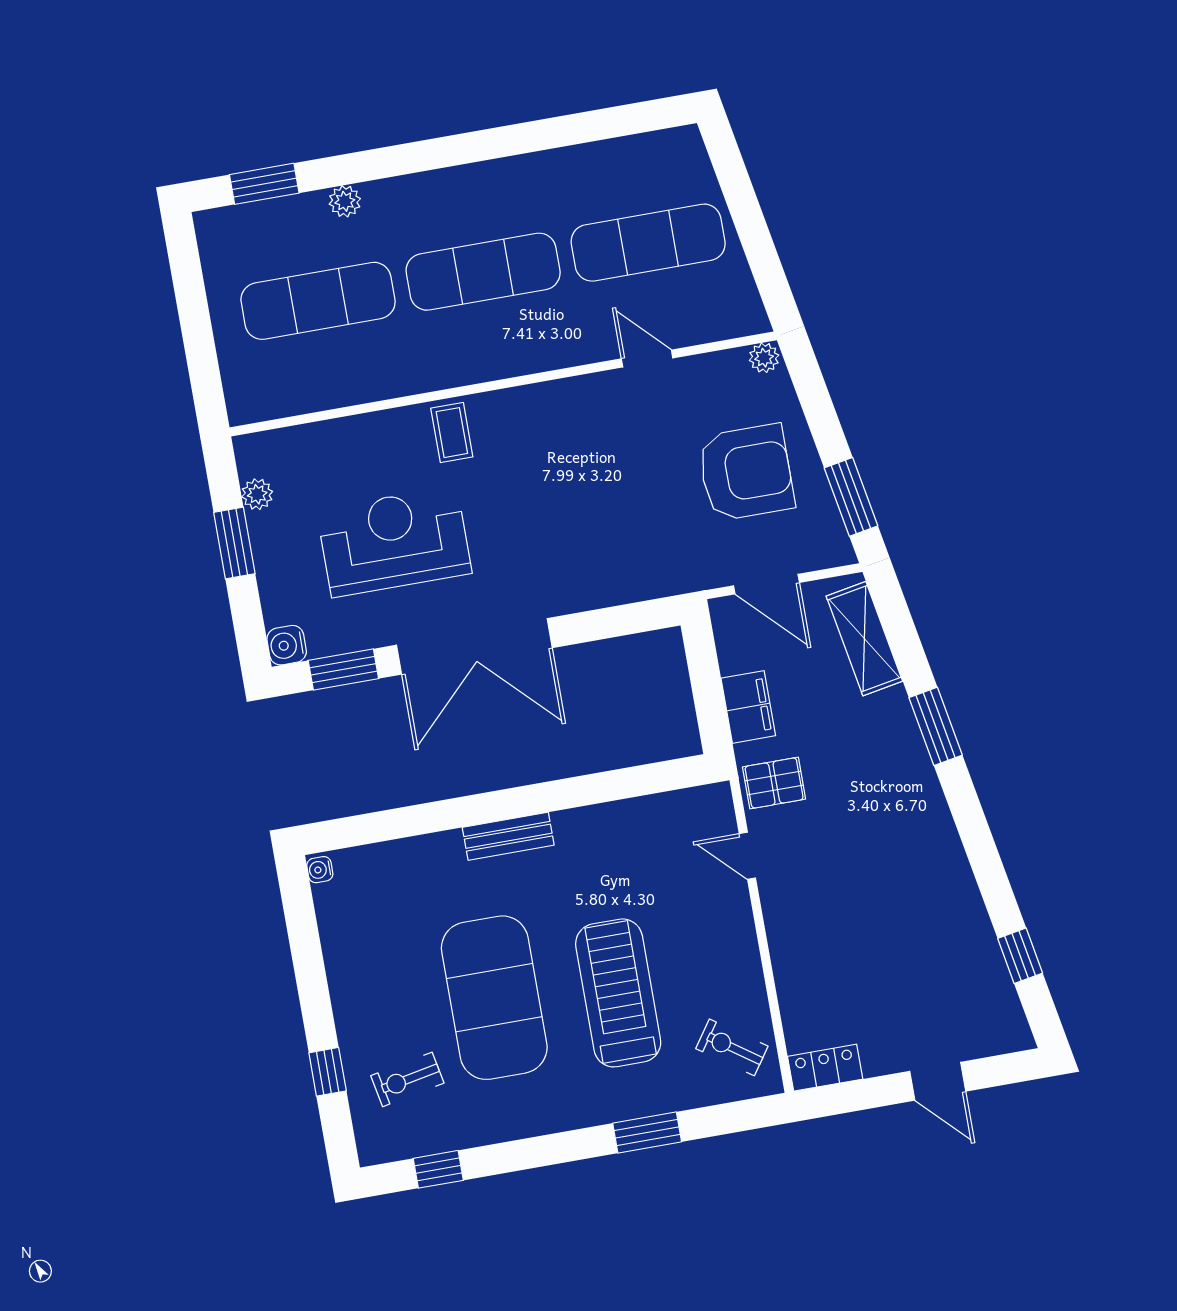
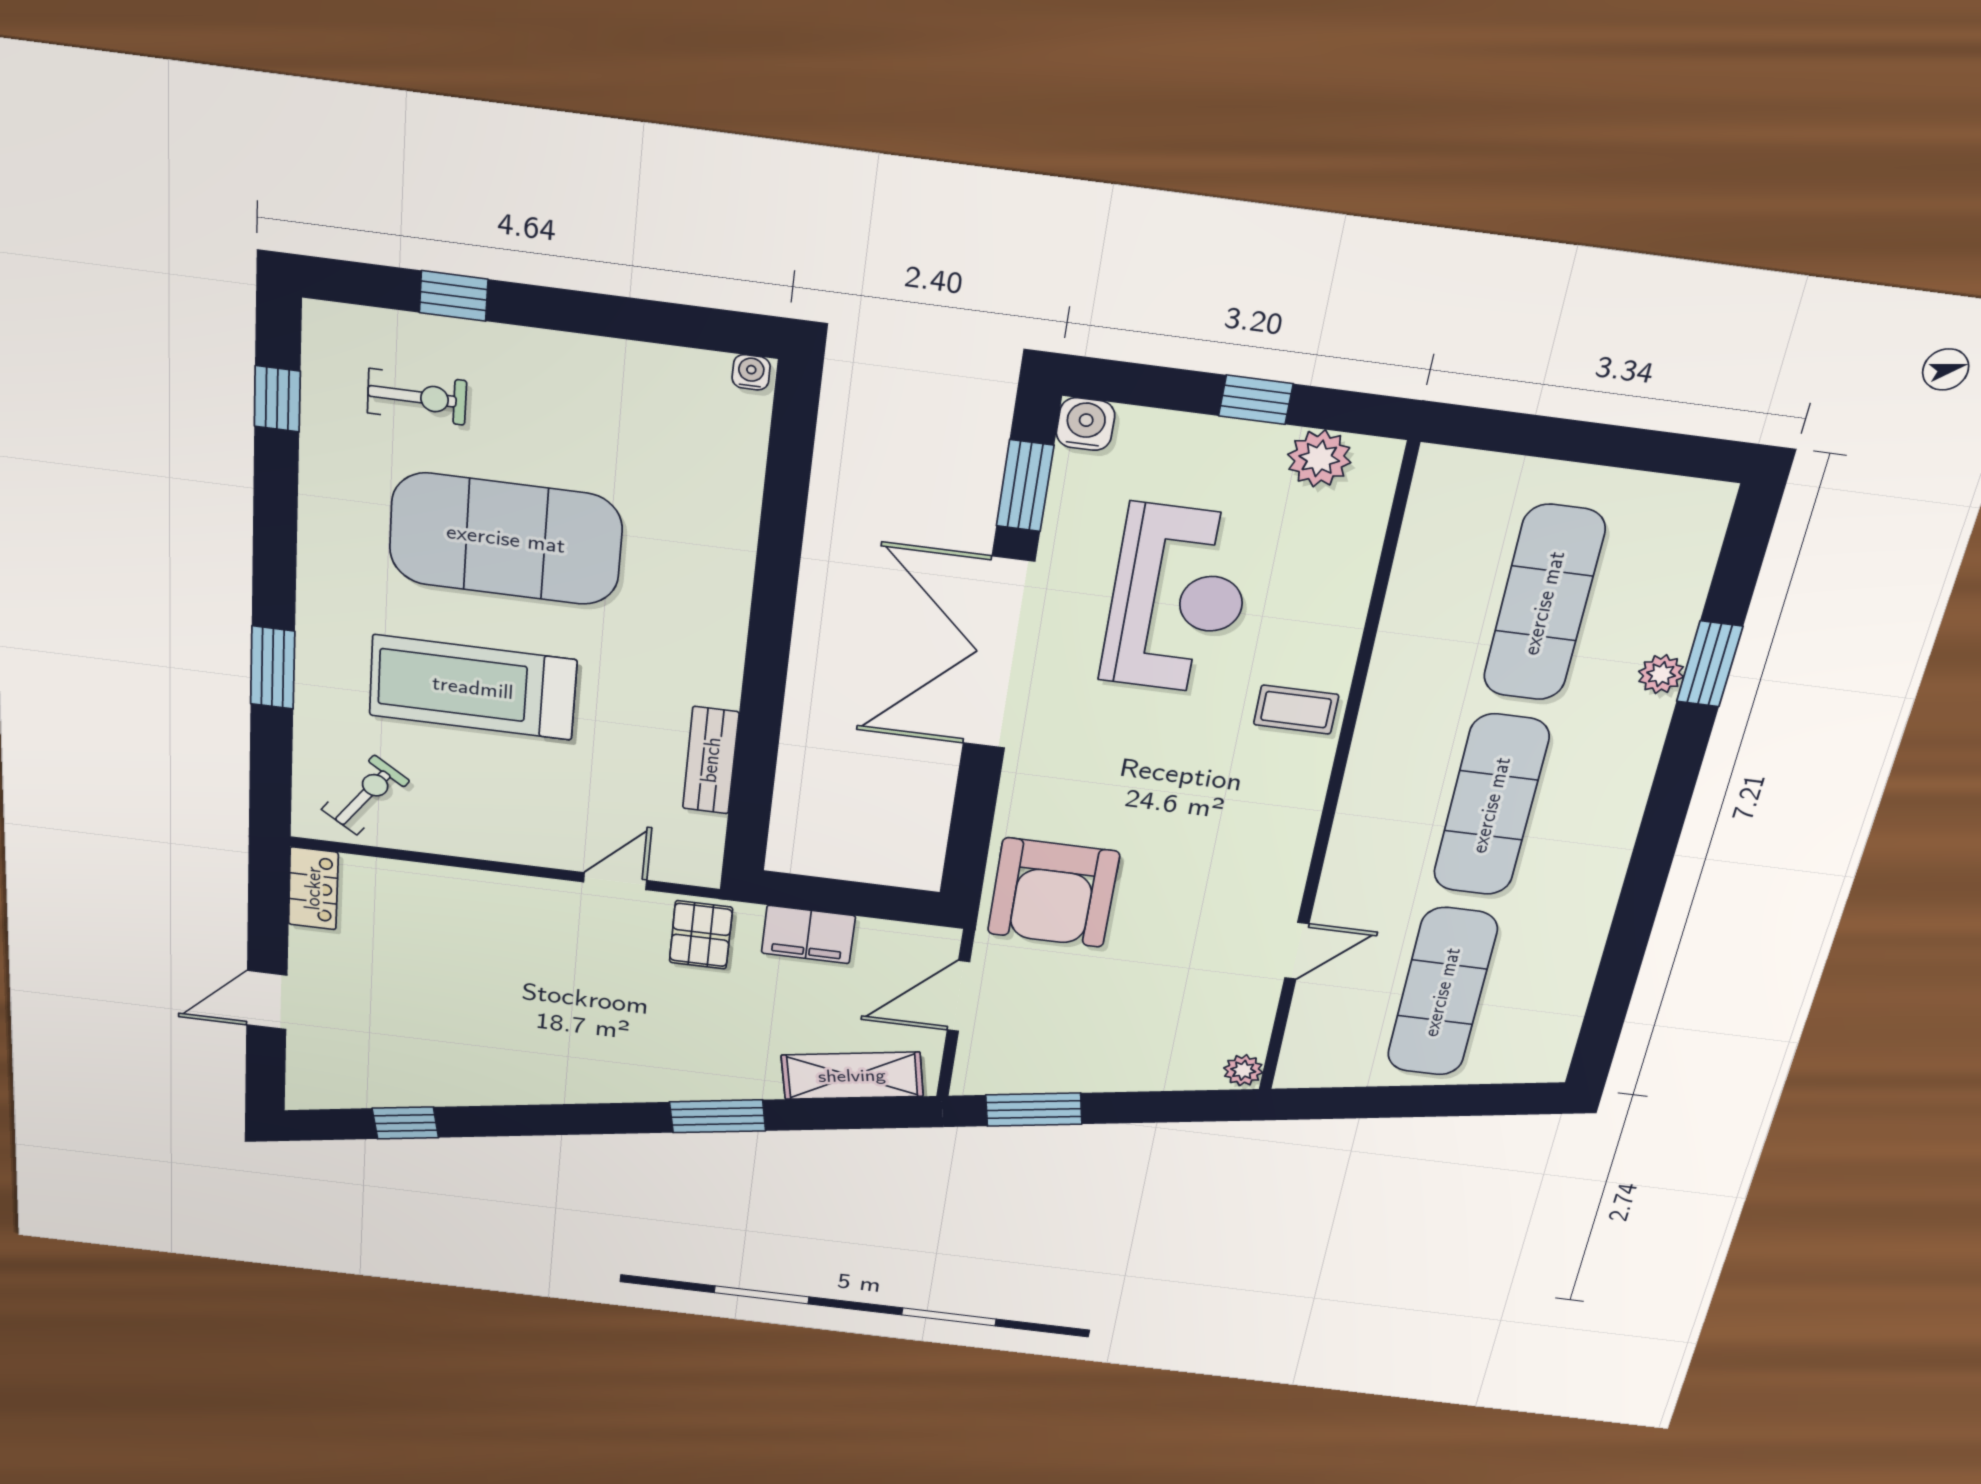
window: (264, 184) -> (1710, 664), moved
armchair: (746, 473) -> (1053, 893), moved
plant: (257, 494) -> (1319, 458), width x1.38, depth x1.38
window: (234, 543) -> (1256, 400), width x0.67
bench: (508, 836) -> (711, 760), moved
treadmill: (618, 993) -> (473, 688), turned 180
exercise bike: (407, 1079) -> (417, 397), turned 101

